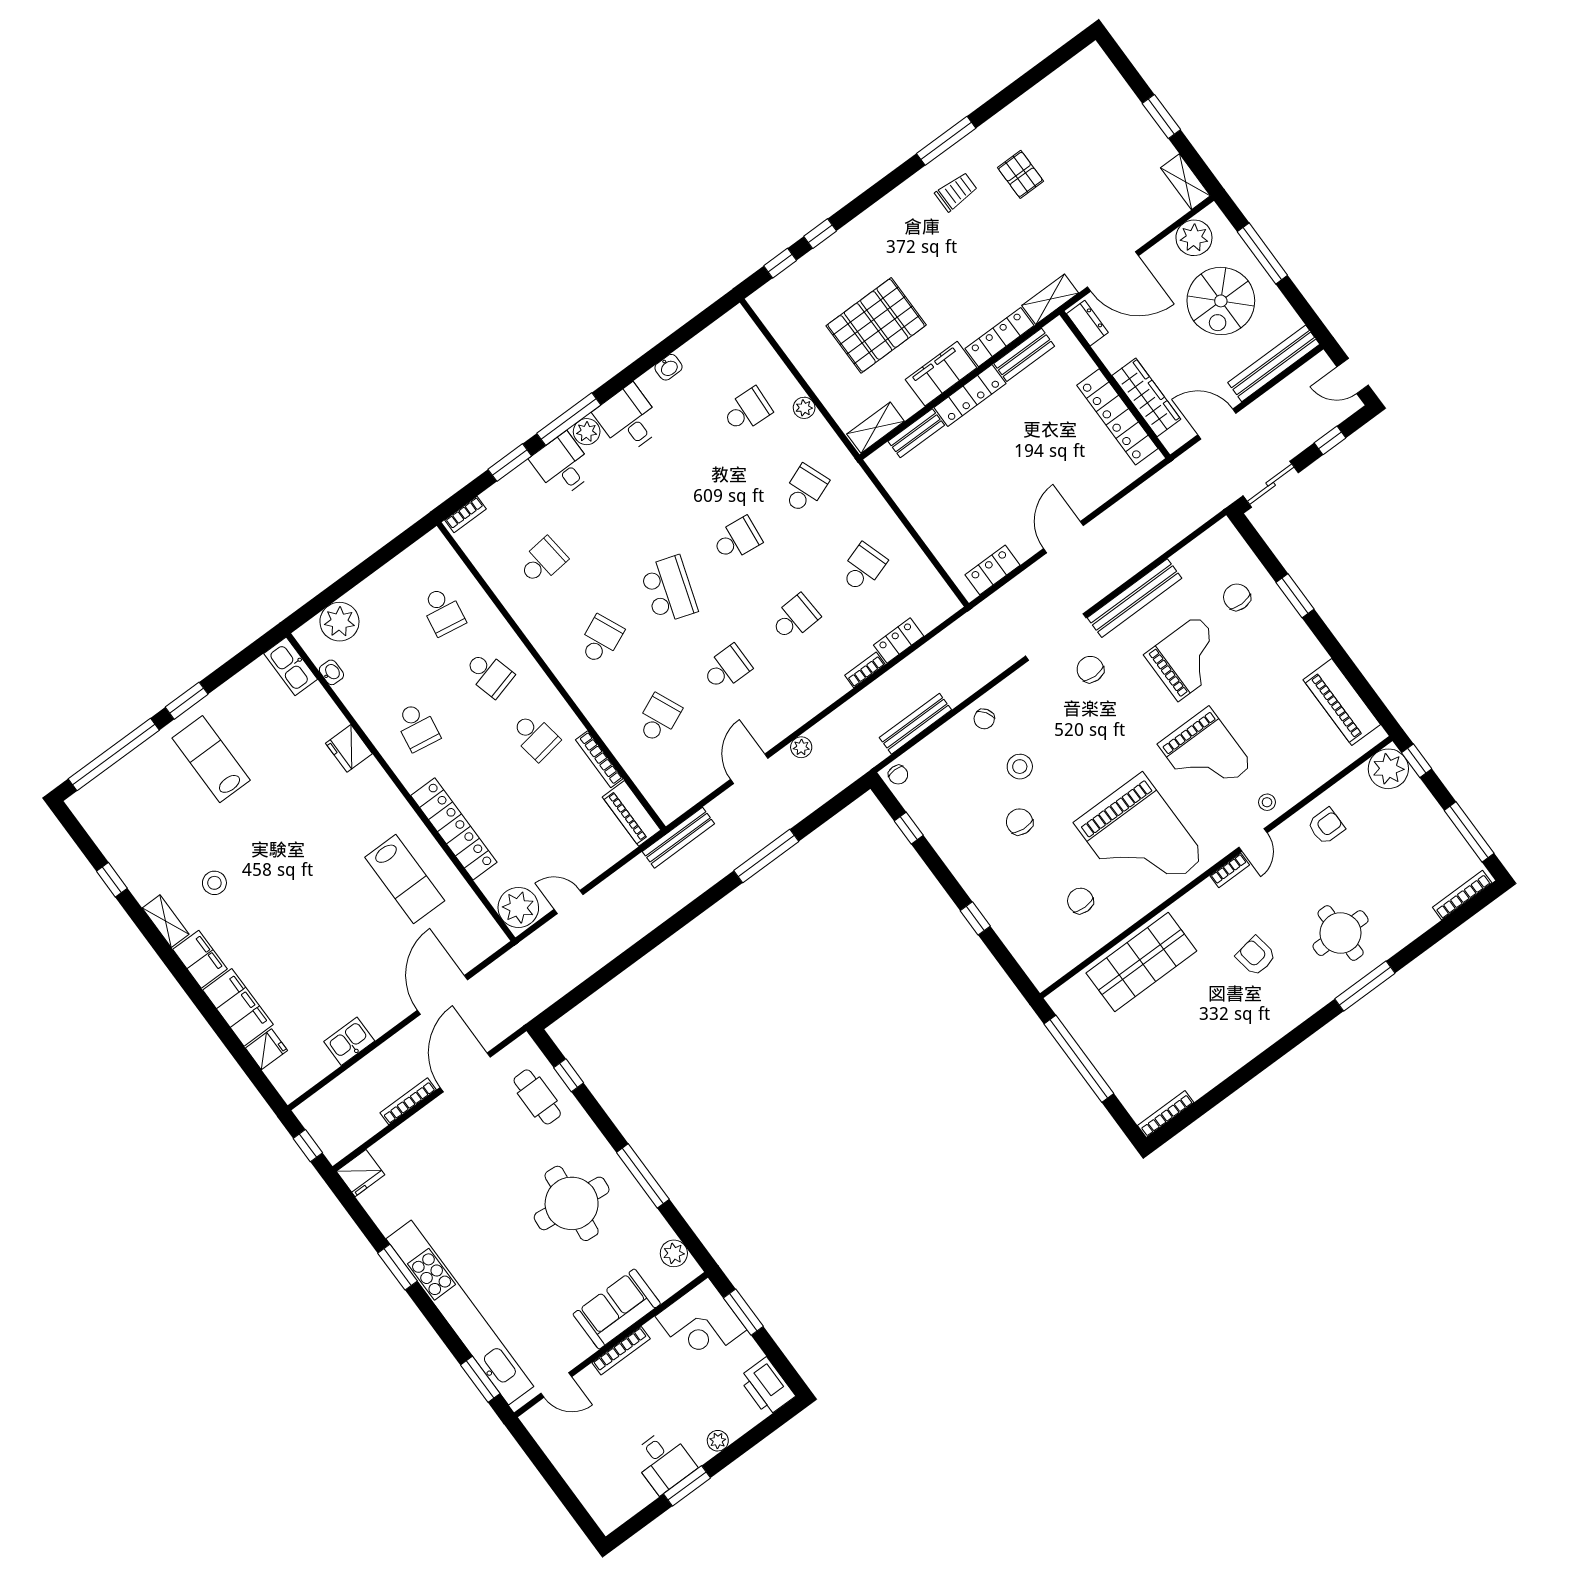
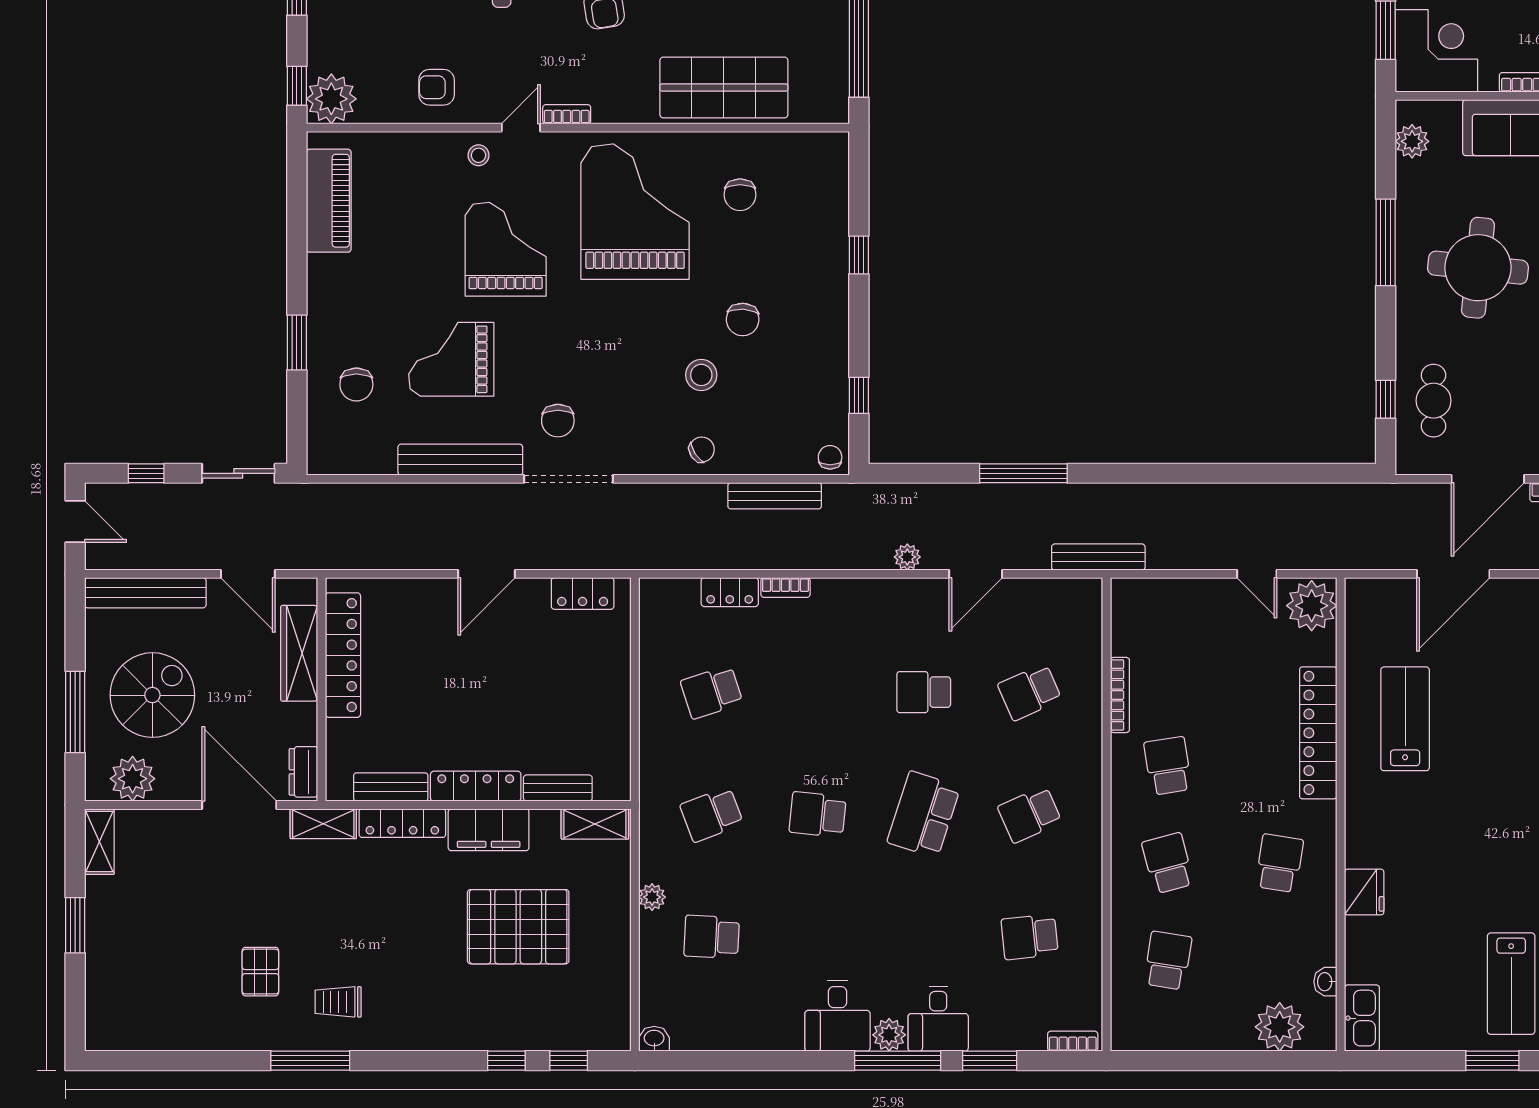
washbasin: (668, 367) -> (654, 1039), moved
school desk: (795, 618) -> (818, 692), removed
piano: (632, 813) -> (1128, 616), removed

